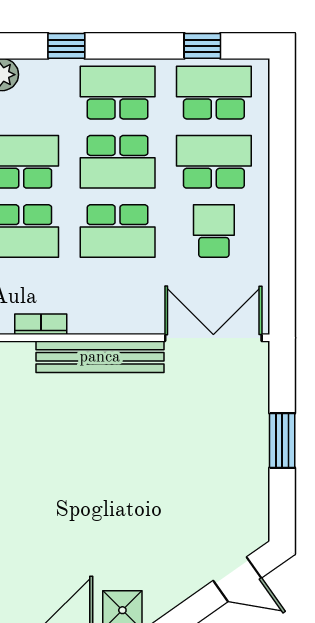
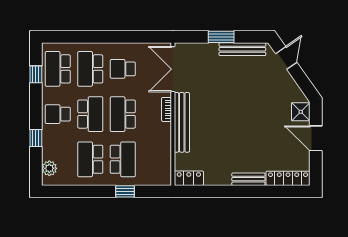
school desk: (118, 93) -> (58, 114), width x0.54
school desk: (118, 231) -> (123, 114), turned 180
bookcase: (41, 324) -> (167, 109), moved
bench: (256, 486) -> (242, 49), added

